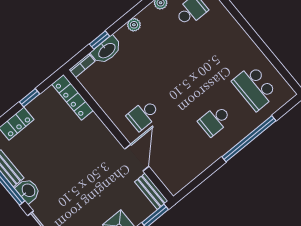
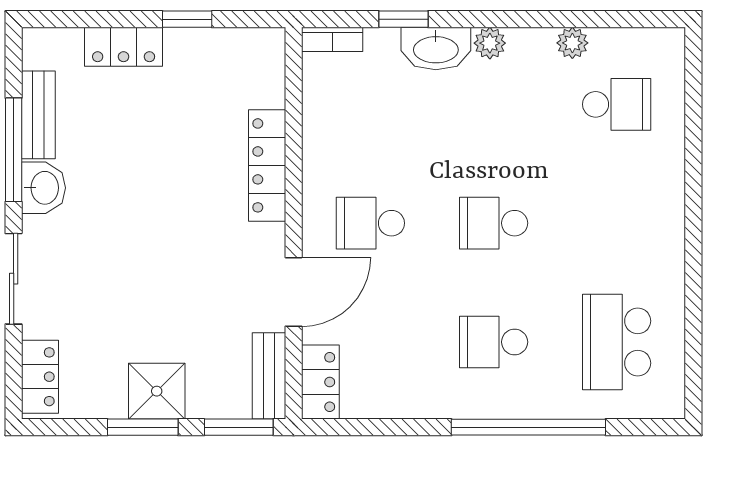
washbasin: (107, 50) -> (436, 48), moved
school desk: (183, 82) -> (494, 223), added
locker: (73, 97) -> (267, 165), moved
locker: (169, 180) -> (320, 382), added

